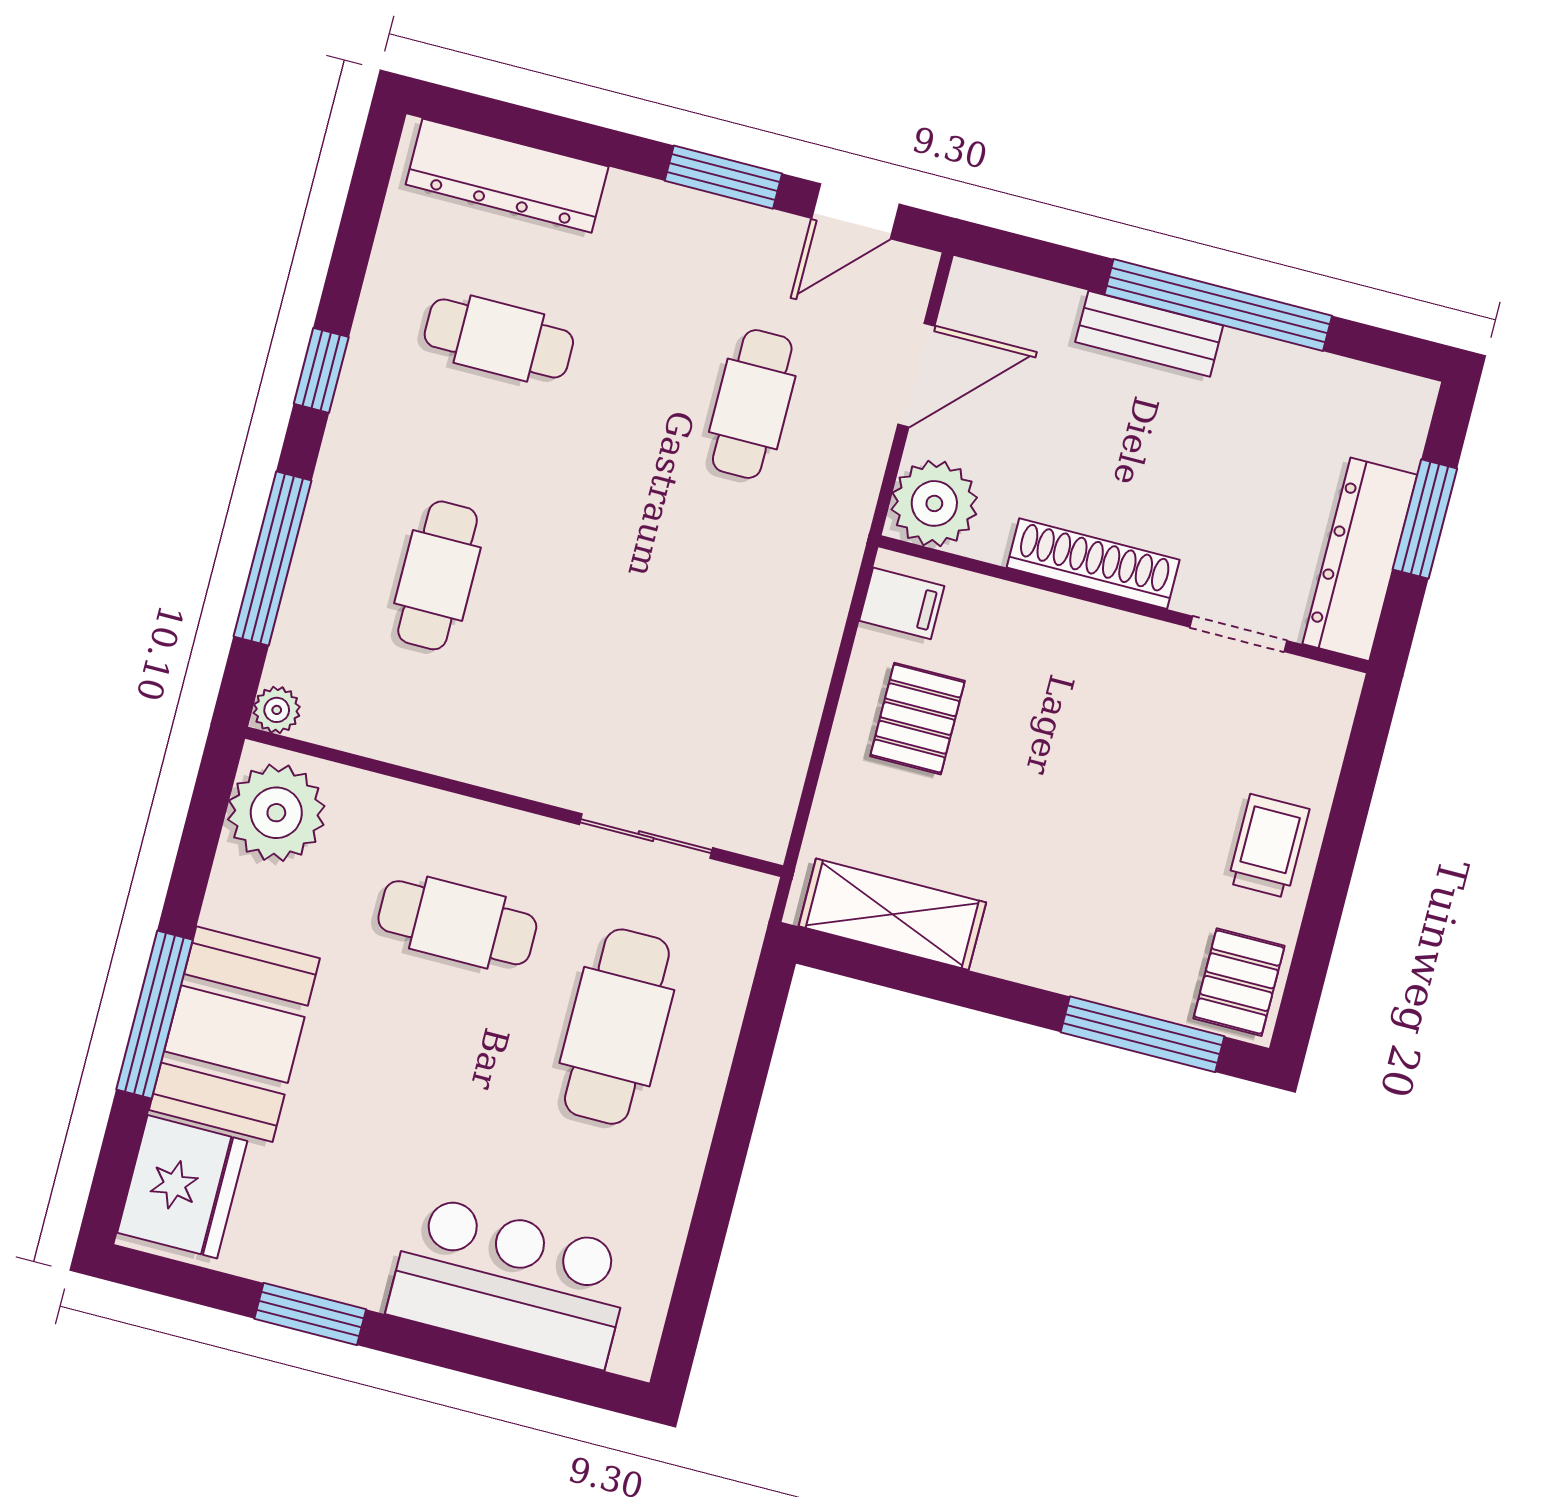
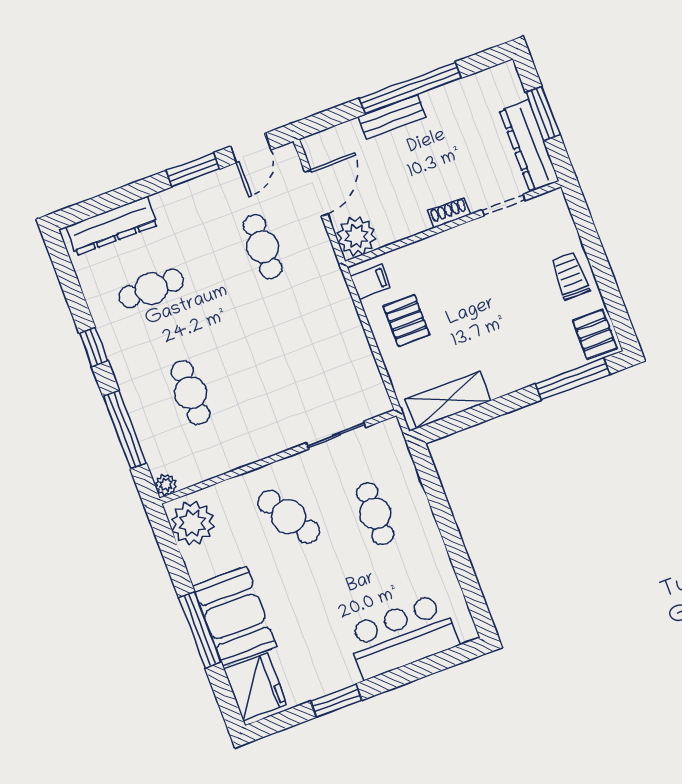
shoe rack: (1093, 564) -> (449, 213), width x0.51, depth x0.81
cafe table: (457, 923) -> (289, 517), turned 58
cafe table: (617, 1027) -> (375, 514), width x0.73, depth x0.74

